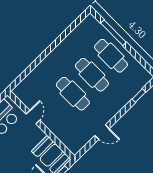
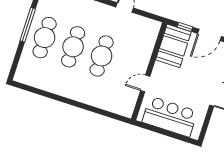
window: (113, 33) -> (28, 25), moved

